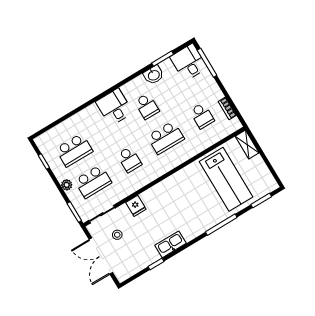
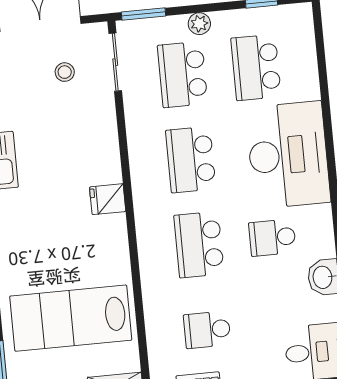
desk: (114, 107) -> (288, 155), width x1.87, depth x1.30
school desk: (129, 160) -> (191, 160), width x1.85
fridge: (136, 206) -> (108, 199), moved

